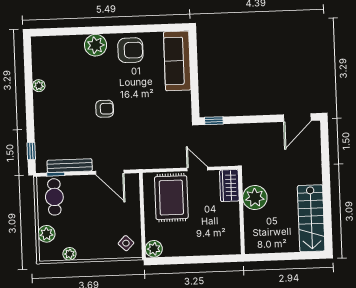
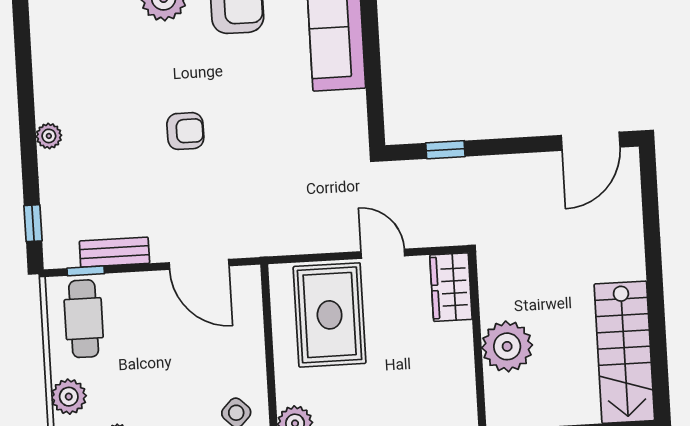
plant: (39, 86) -> (49, 136), moved
window: (214, 121) -> (445, 150), moved
bench: (70, 166) -> (114, 252), width x0.73
plant: (255, 198) -> (507, 346), moved

